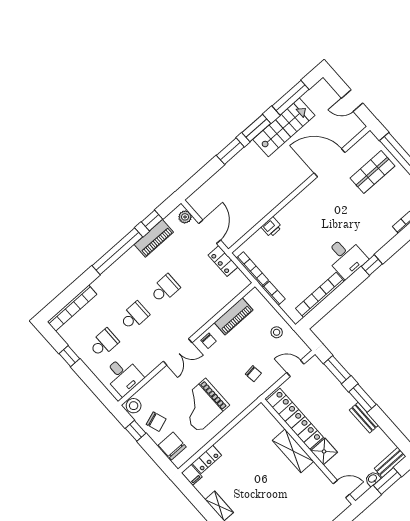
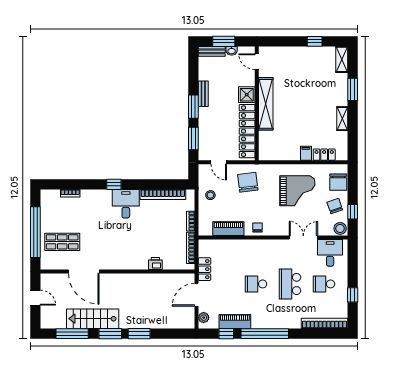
school desk: (134, 316) -> (290, 284), width x1.85
double door: (178, 352) -> (303, 238), moved
chair: (253, 374) -> (248, 182), width x1.87, depth x1.87
shelving: (293, 451) -> (266, 104), width x1.47
filing cabinet: (192, 475) -> (306, 153), moved

